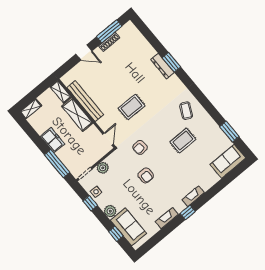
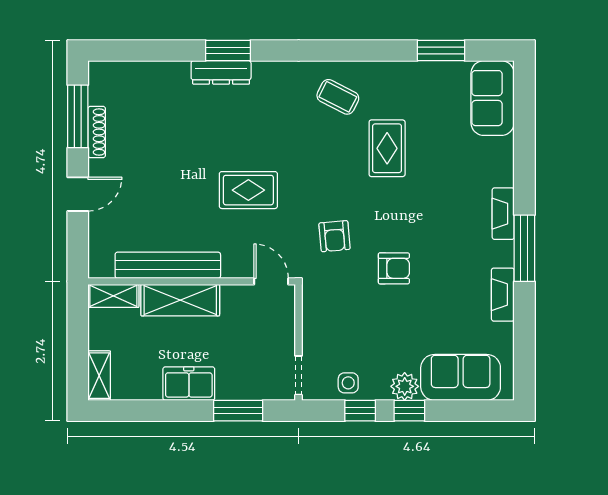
rug: (132, 107) -> (248, 190), turned 90
window: (57, 164) -> (238, 411), width x0.69
plant: (103, 168) -> (315, 334), removed
window: (188, 212) -> (524, 248), width x2.17
window: (116, 234) -> (409, 411), moved

